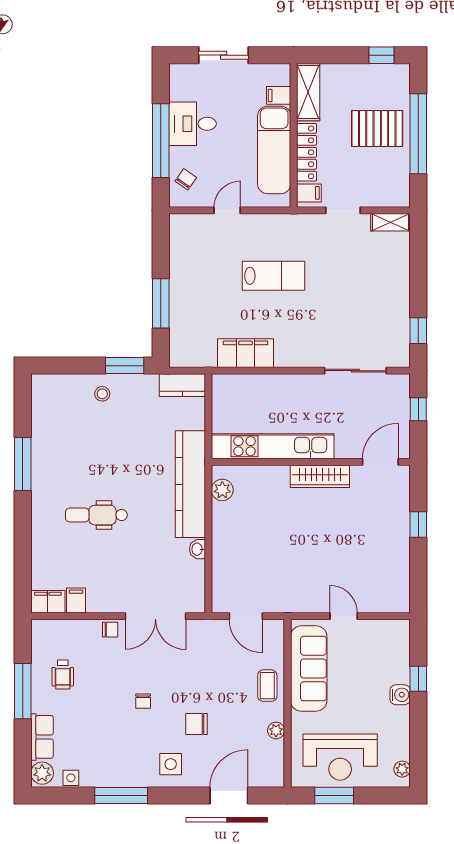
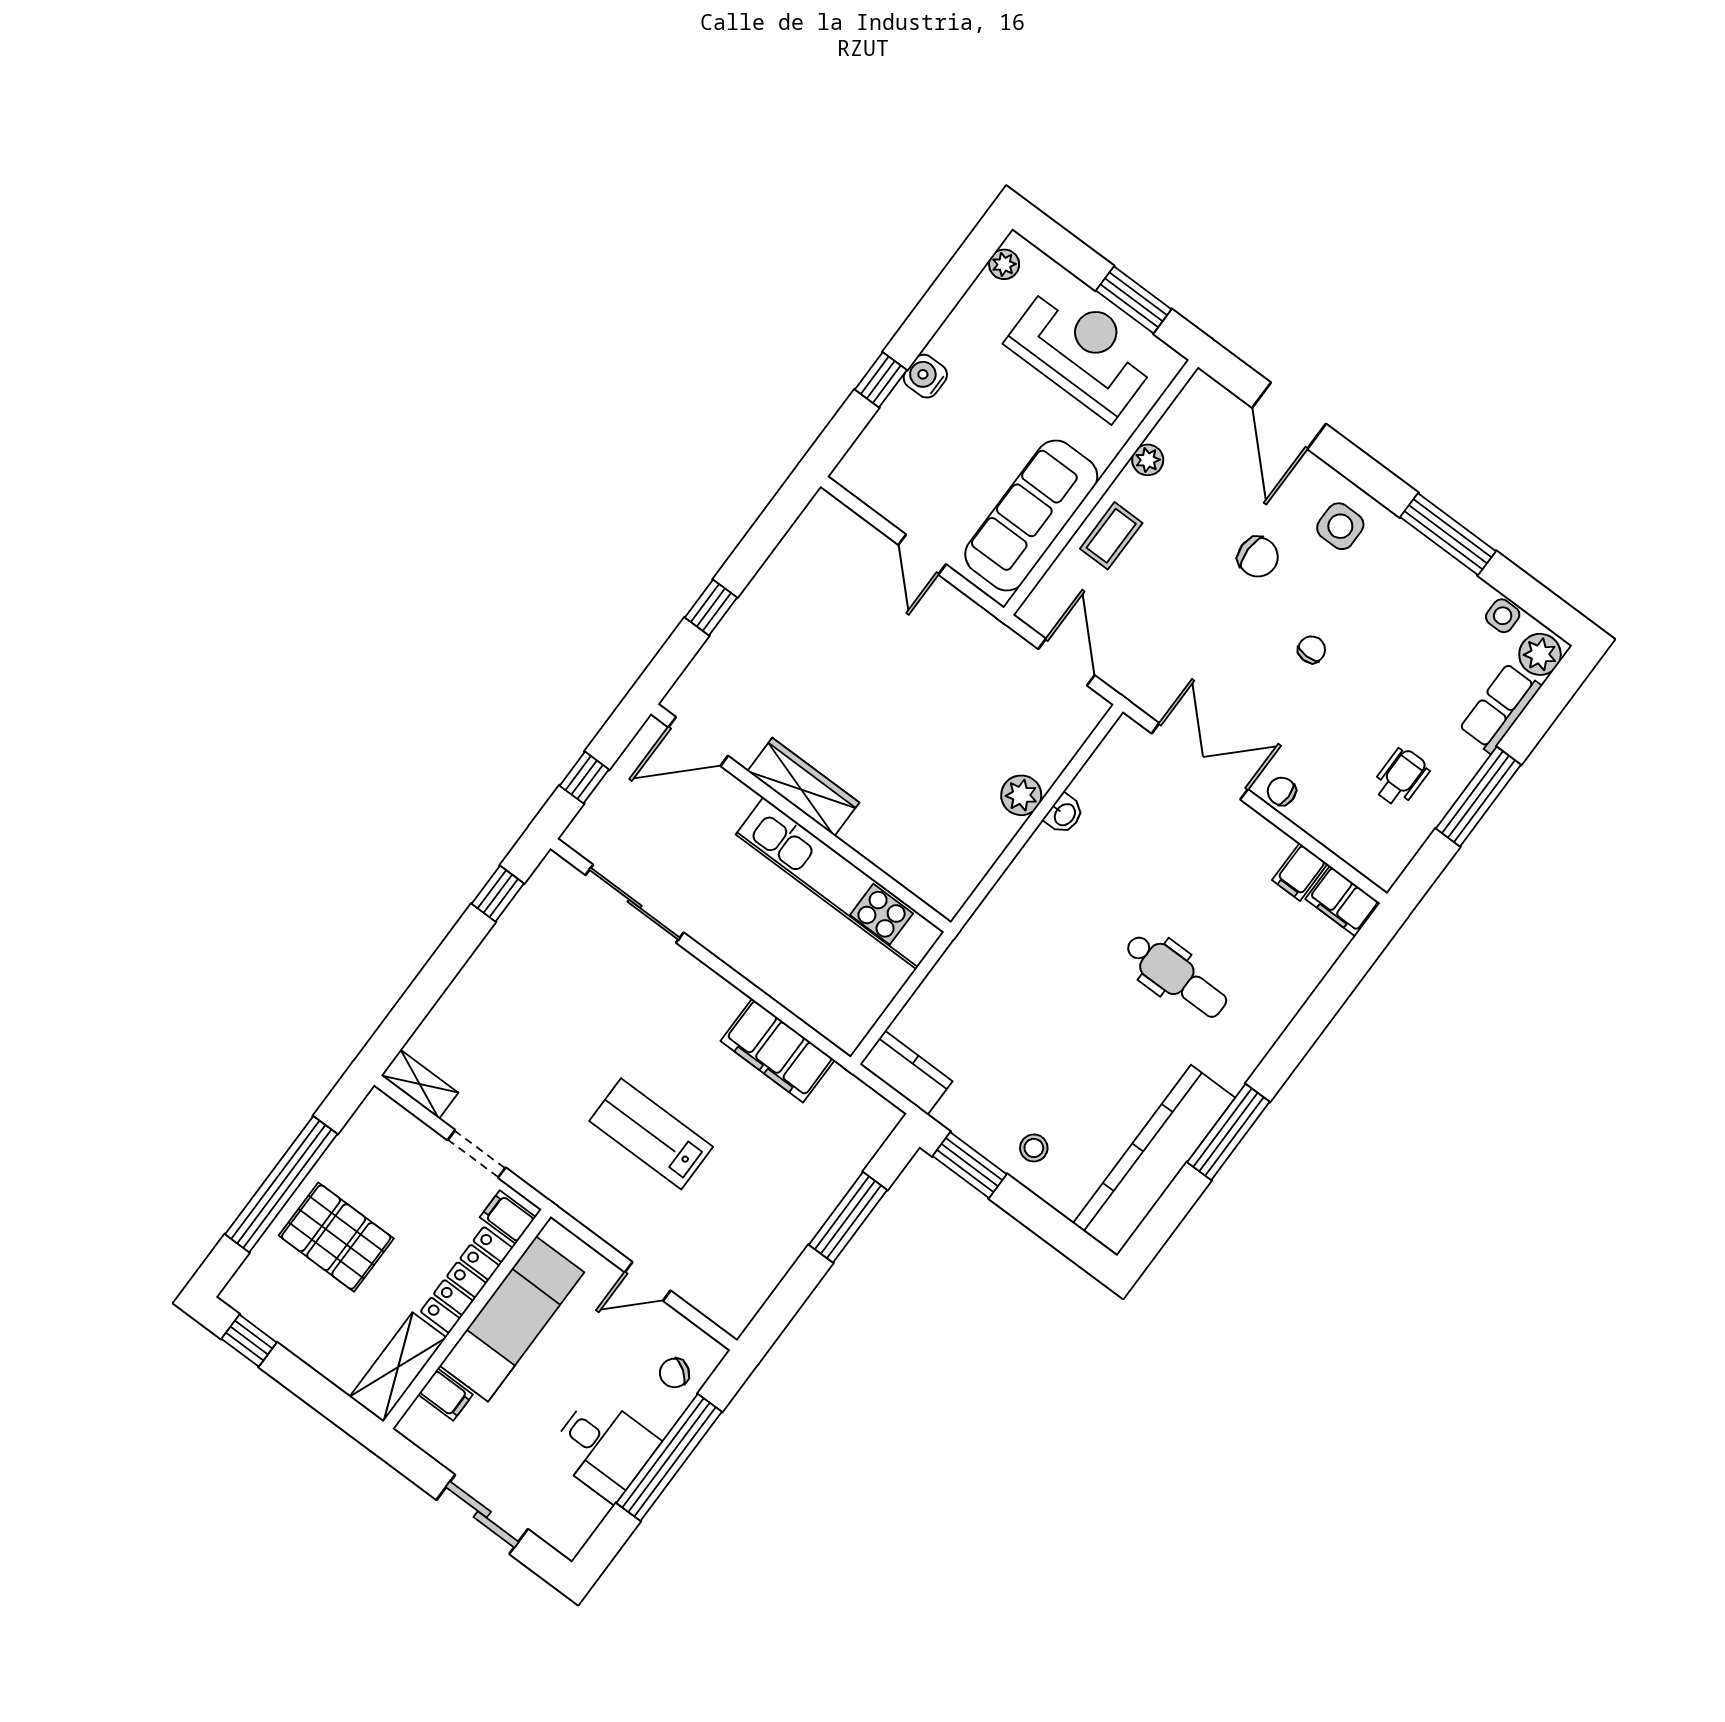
kitchen counter: (190, 484) -> (1154, 1160), moved, turned 180
plant: (222, 490) -> (1021, 795), moved
door: (229, 796) -> (1289, 416), hinge flipped

